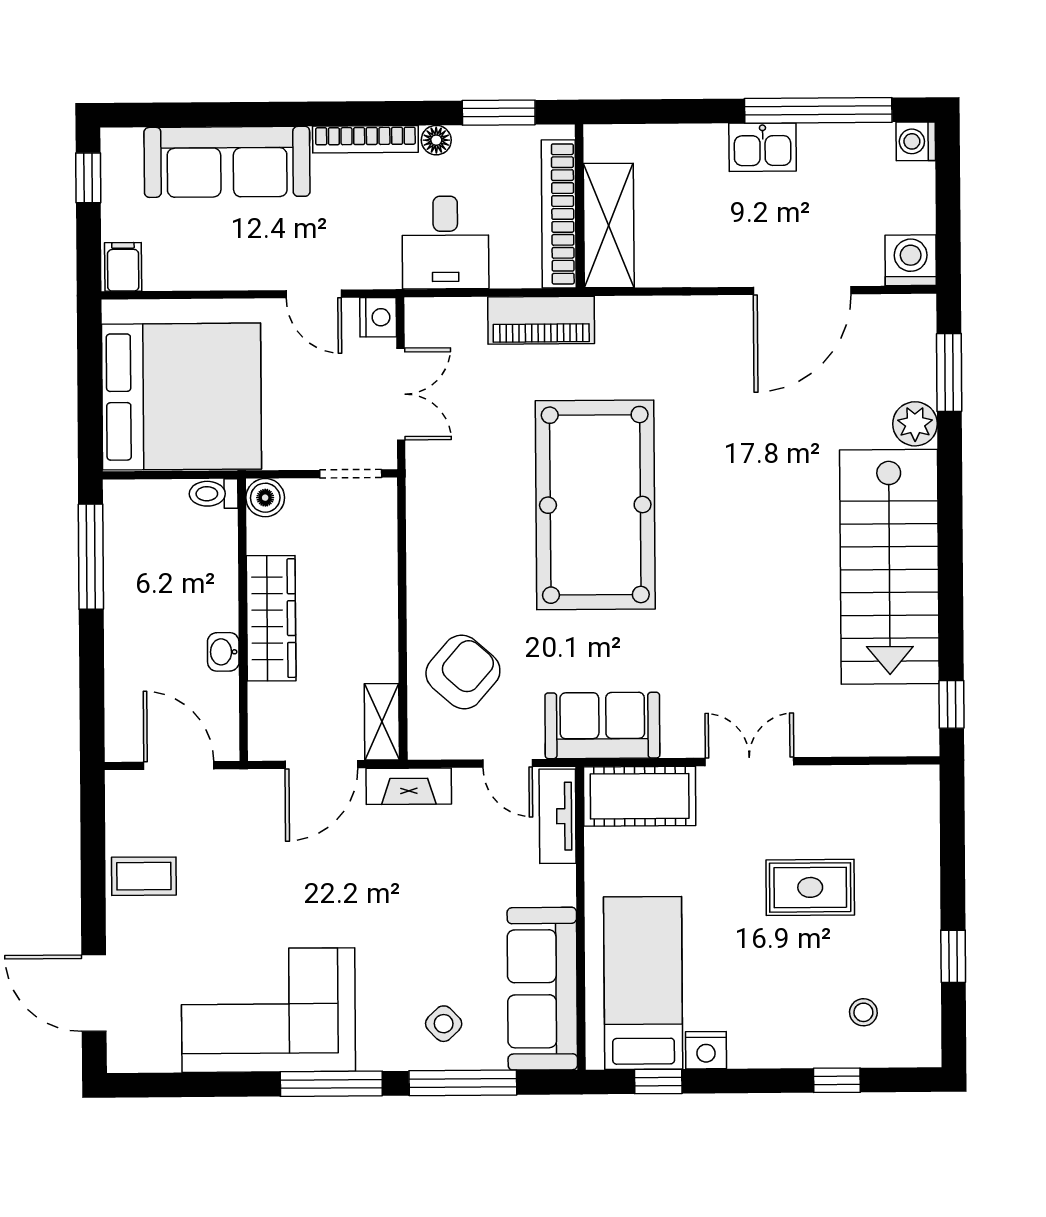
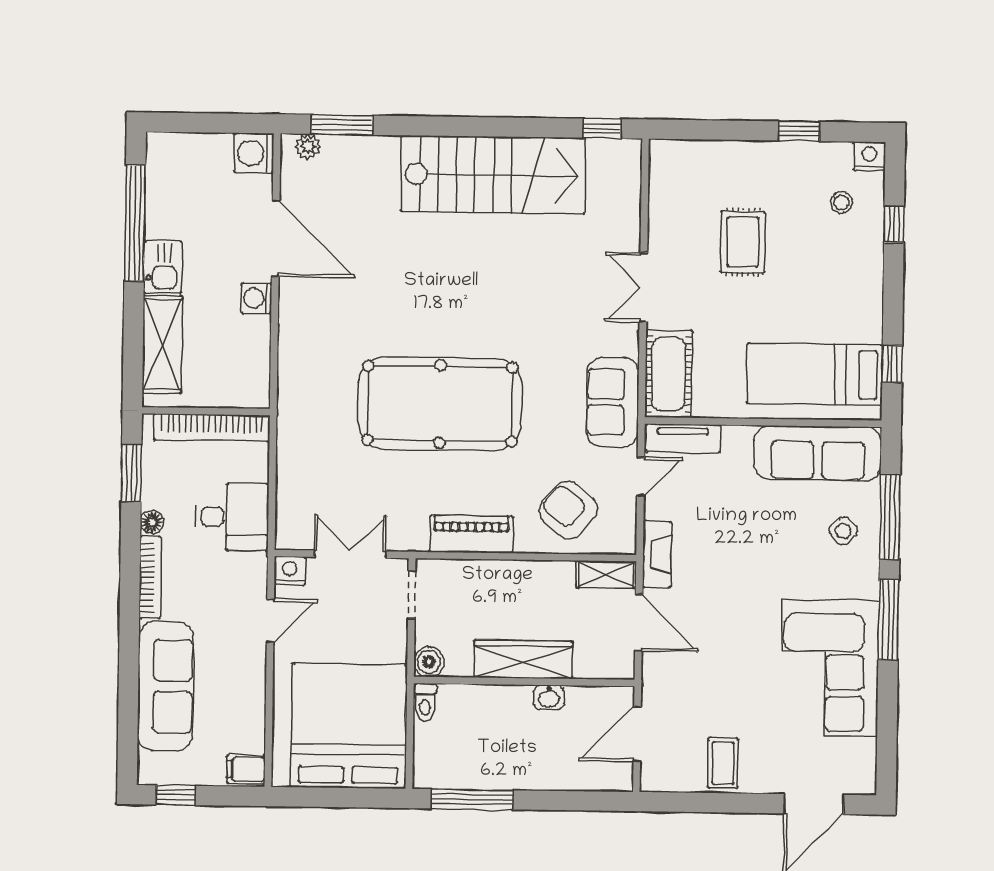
washing machine: (916, 141) -> (256, 298), moved, turned 90
shelving: (609, 226) -> (162, 344), moved, turned 90
piano: (541, 320) -> (471, 534), moved, turned -90
plant: (915, 424) -> (308, 147), moved, width x0.73, depth x0.73
nightstand: (706, 1050) -> (870, 156), moved, turned -90

